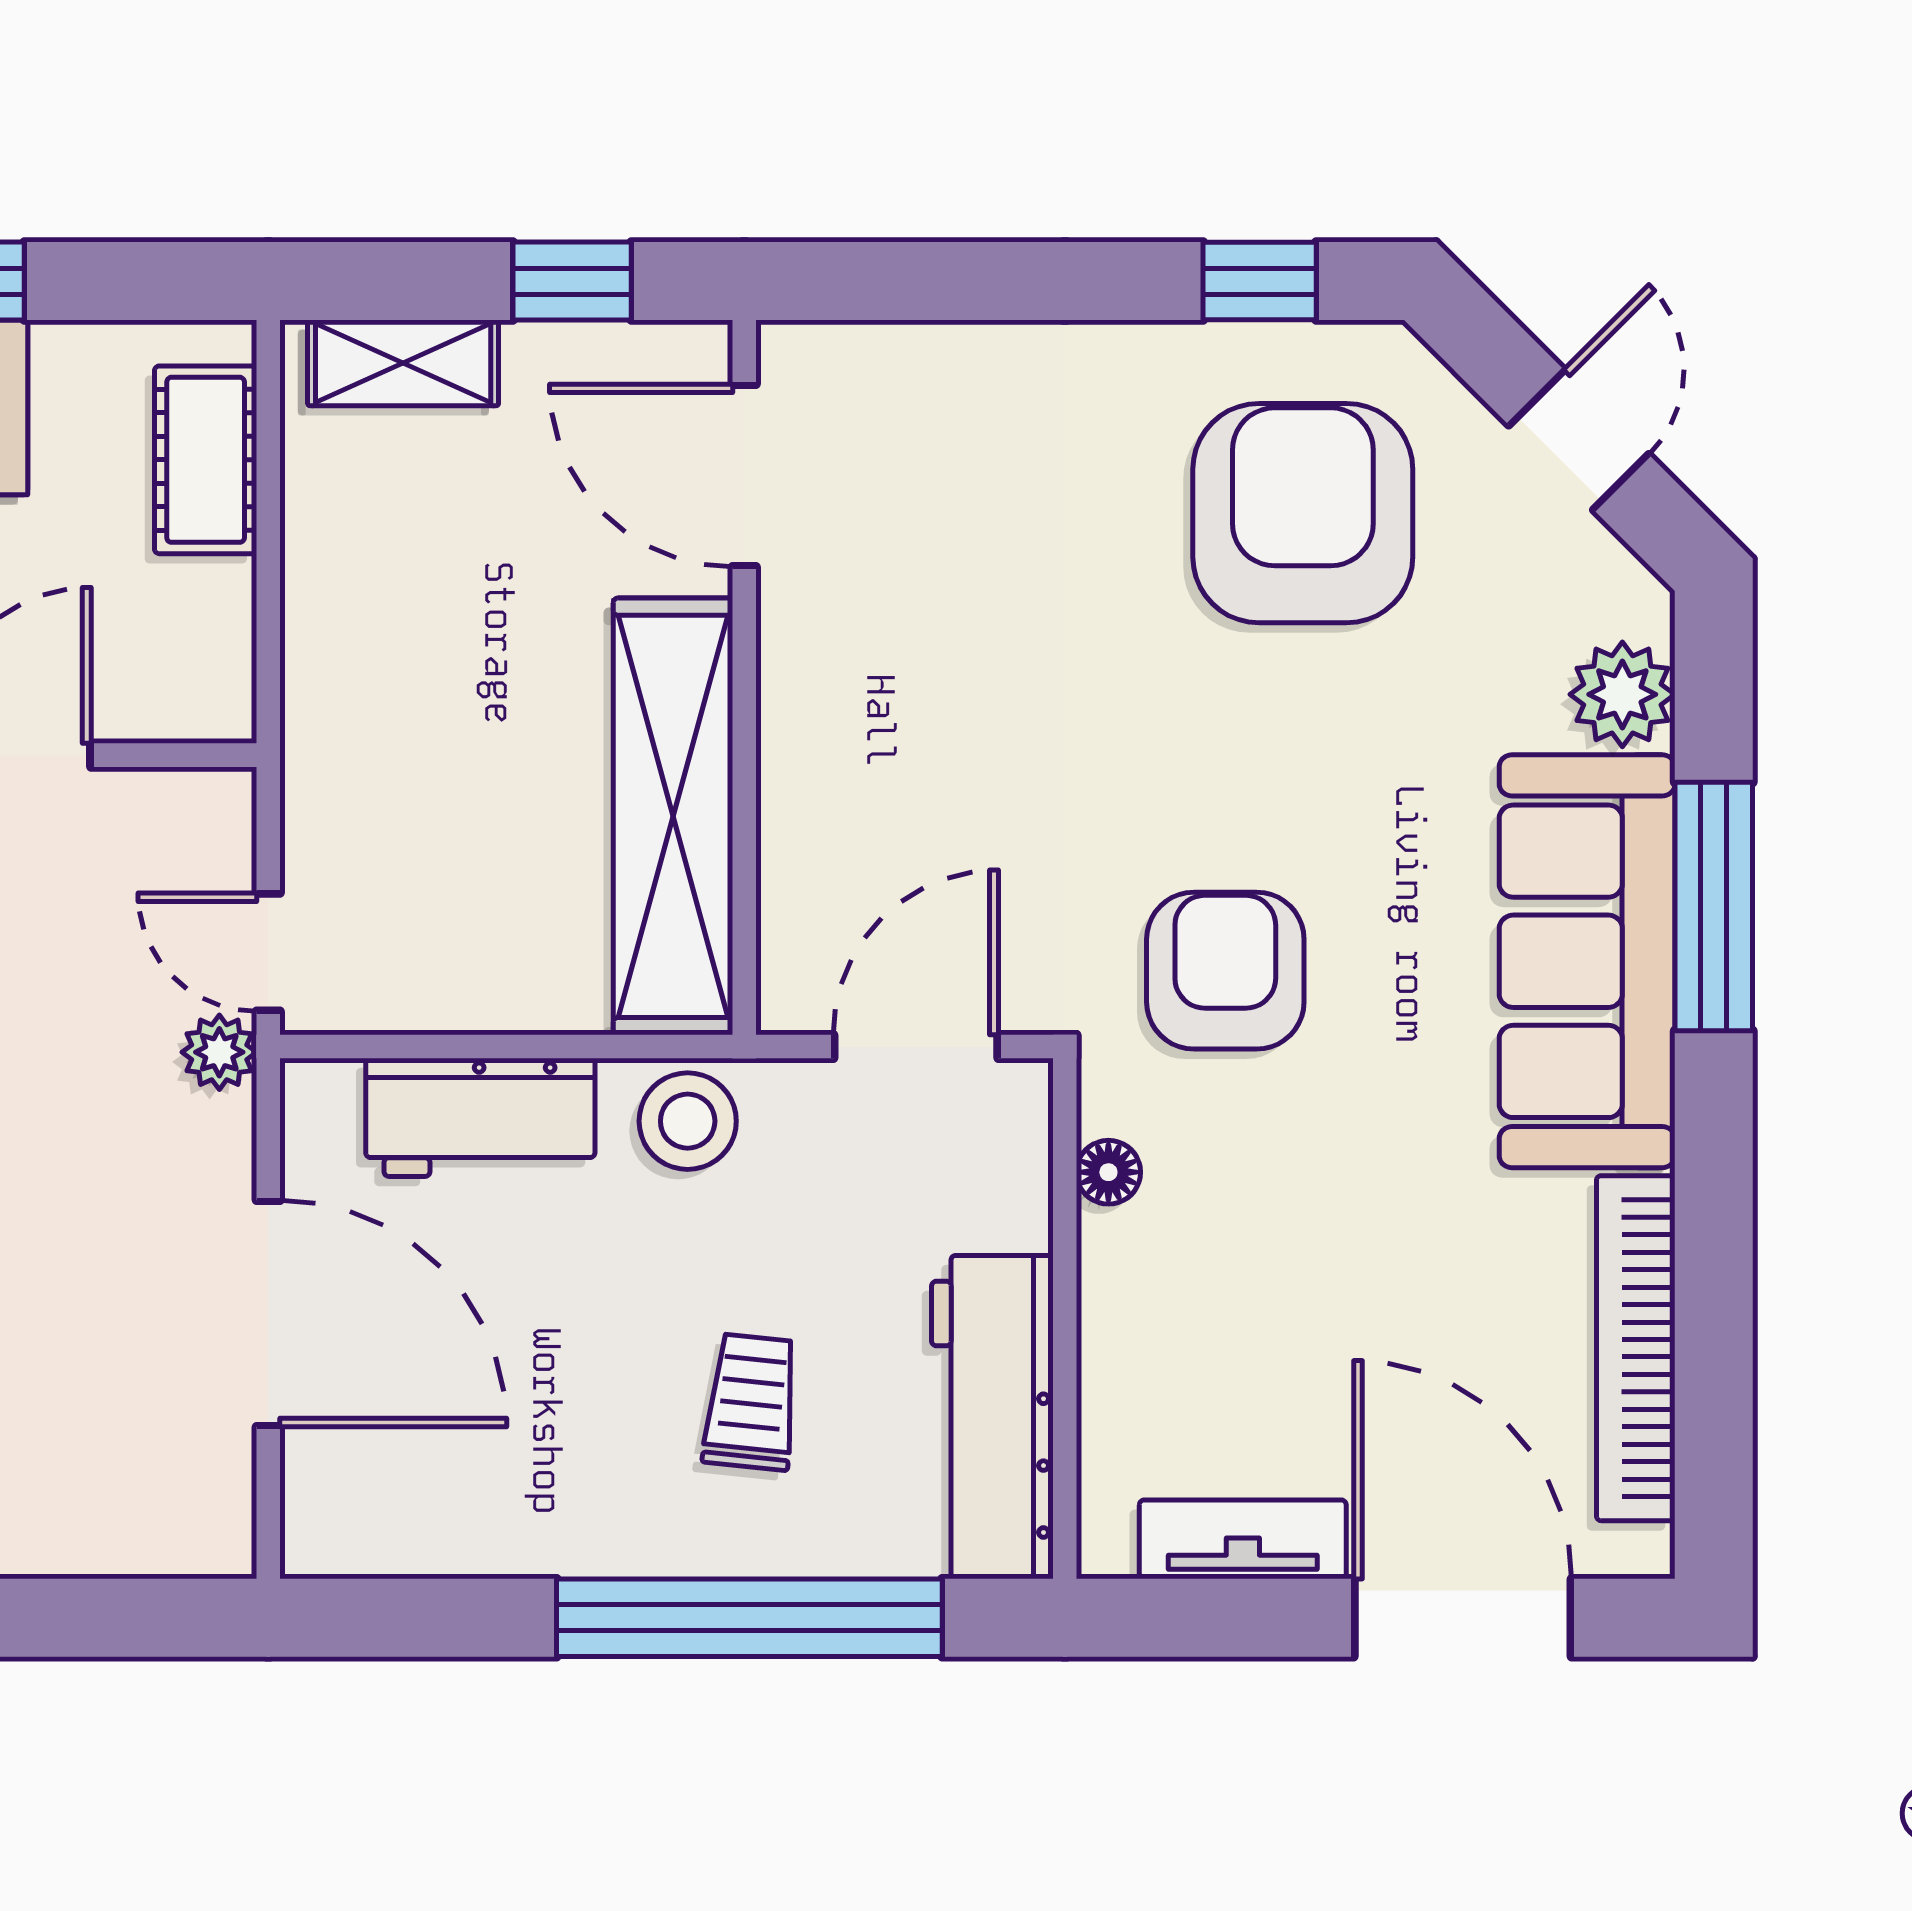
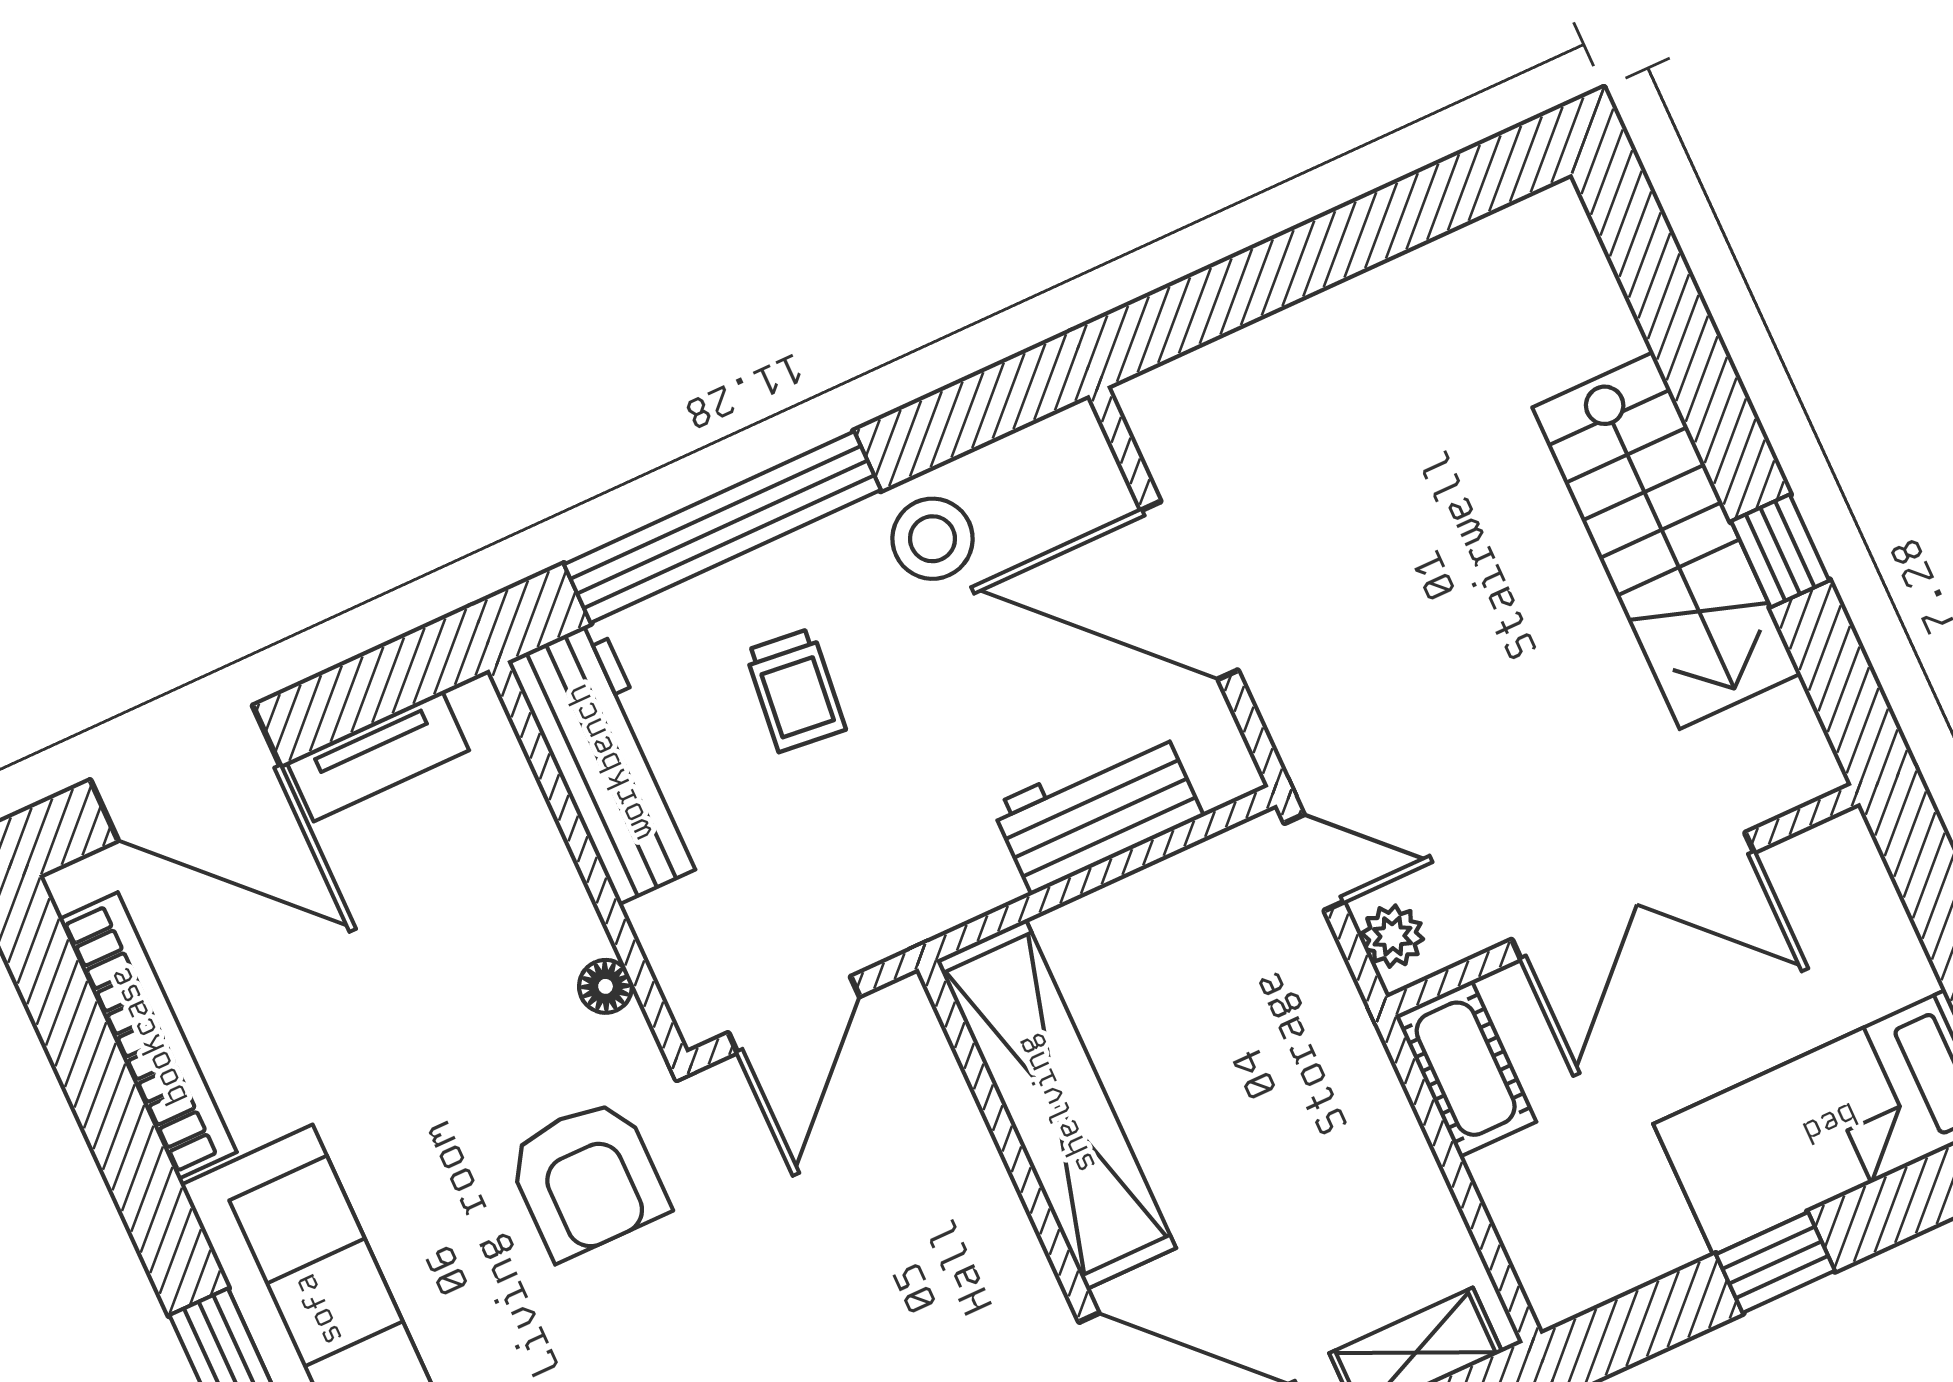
cot: (206, 460) -> (1466, 1069), moved
plant: (219, 1052) -> (1392, 936), moved
stool: (688, 1121) -> (933, 539), moved

